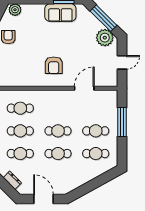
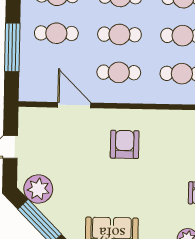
door: (84, 88) -> (74, 105), swing flipped
cafe table: (58, 108) -> (119, 72), added

